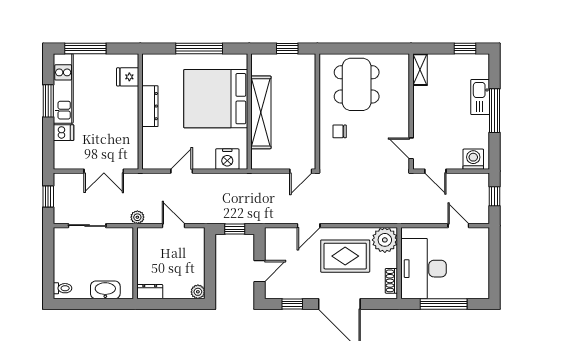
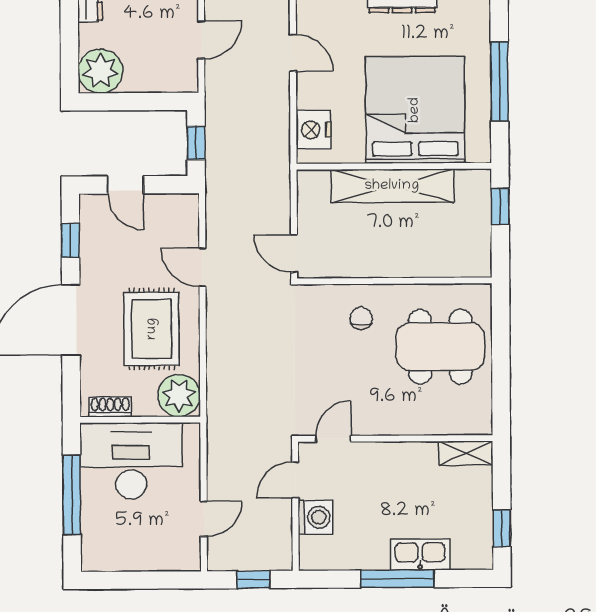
window: (287, 48) -> (500, 206), moved
washing machine: (473, 159) -> (315, 517), moved
plant: (198, 292) -> (100, 71), width x1.87, depth x1.87

